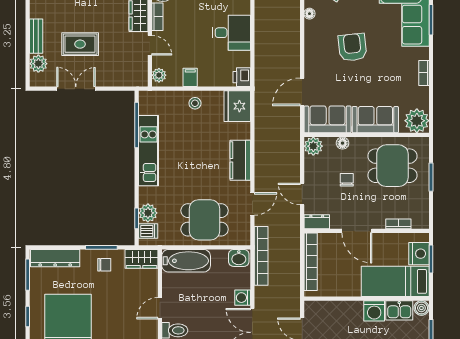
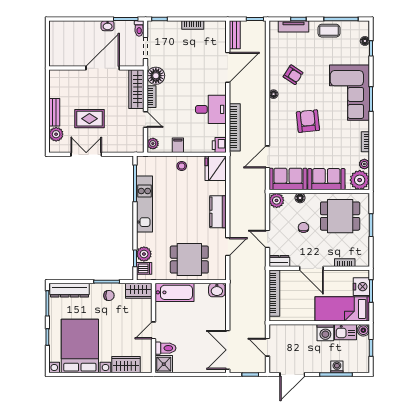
plant: (423, 101) -> (364, 164), added
bookcase: (261, 256) -> (235, 127), moved
washing machine: (243, 298) -> (220, 322), removed

